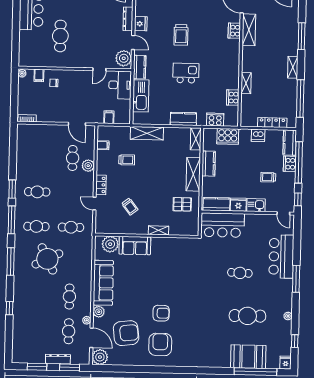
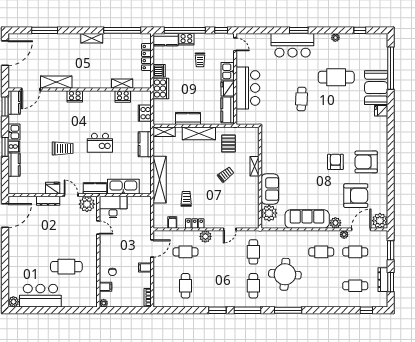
cooker: (234, 31) -> (75, 96), moved
window: (302, 36) -> (45, 30), moved
door: (133, 42) -> (71, 195), hinge flipped
kitchen island: (186, 73) -> (100, 143), turned -90
shelving: (246, 83) -> (122, 84), moved
filing cabinet: (109, 117) -> (145, 267), moved
shelving: (147, 133) -> (160, 180), width x1.47
cooker: (228, 136) -> (161, 88), moved
plant: (88, 166) -> (205, 236), moved
locker: (101, 185) -> (195, 224), moved
cafe table: (37, 192) -> (186, 286), moved
trolley: (130, 207) -> (226, 175), moved
door: (283, 213) -> (235, 44), hinge flipped
bar counter: (223, 225) -> (248, 88), moved
bar counter: (281, 256) -> (292, 45), moved
round table: (47, 259) -> (285, 274), turned 30
cafe table: (240, 273) -> (302, 99), moved
window: (296, 279) -> (299, 30), width x0.69
window: (10, 308) -> (366, 310), moved
cafe table: (247, 316) -> (336, 77), turned 90
cafe table: (34, 330) -> (355, 286), added
armchair: (126, 333) -> (356, 196), turned 97
booth: (248, 357) -> (376, 88), moved
dresser: (58, 359) -> (383, 280), moved
fridge: (286, 363) -> (381, 111), moved

